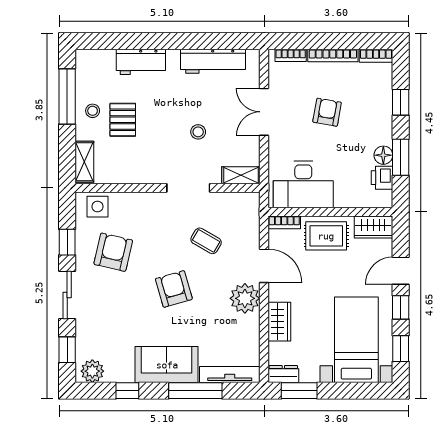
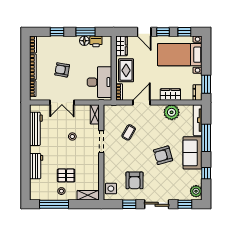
armchair: (113, 252) -> (134, 180), turned -103
armchair: (174, 289) -> (163, 155), moved
plant: (245, 298) -> (172, 112), moved

